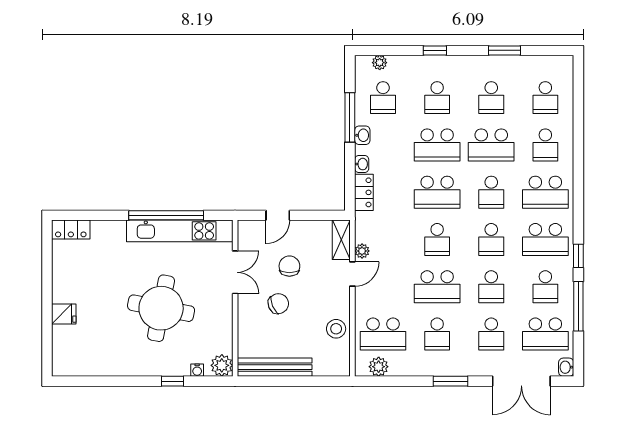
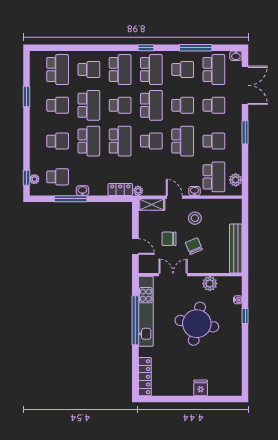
window: (435, 50) -> (26, 178), moved
school desk: (545, 98) -> (58, 70), width x1.85
washbasin: (362, 164) -> (194, 191), moved
locker: (71, 230) -> (145, 377), width x1.53
school desk: (491, 239) -> (151, 105), width x1.85
plant: (362, 251) -> (138, 191), moved
window: (578, 256) -> (146, 48), moved
stool: (336, 329) -> (195, 218), moved
plant: (222, 365) -> (210, 284), moved

